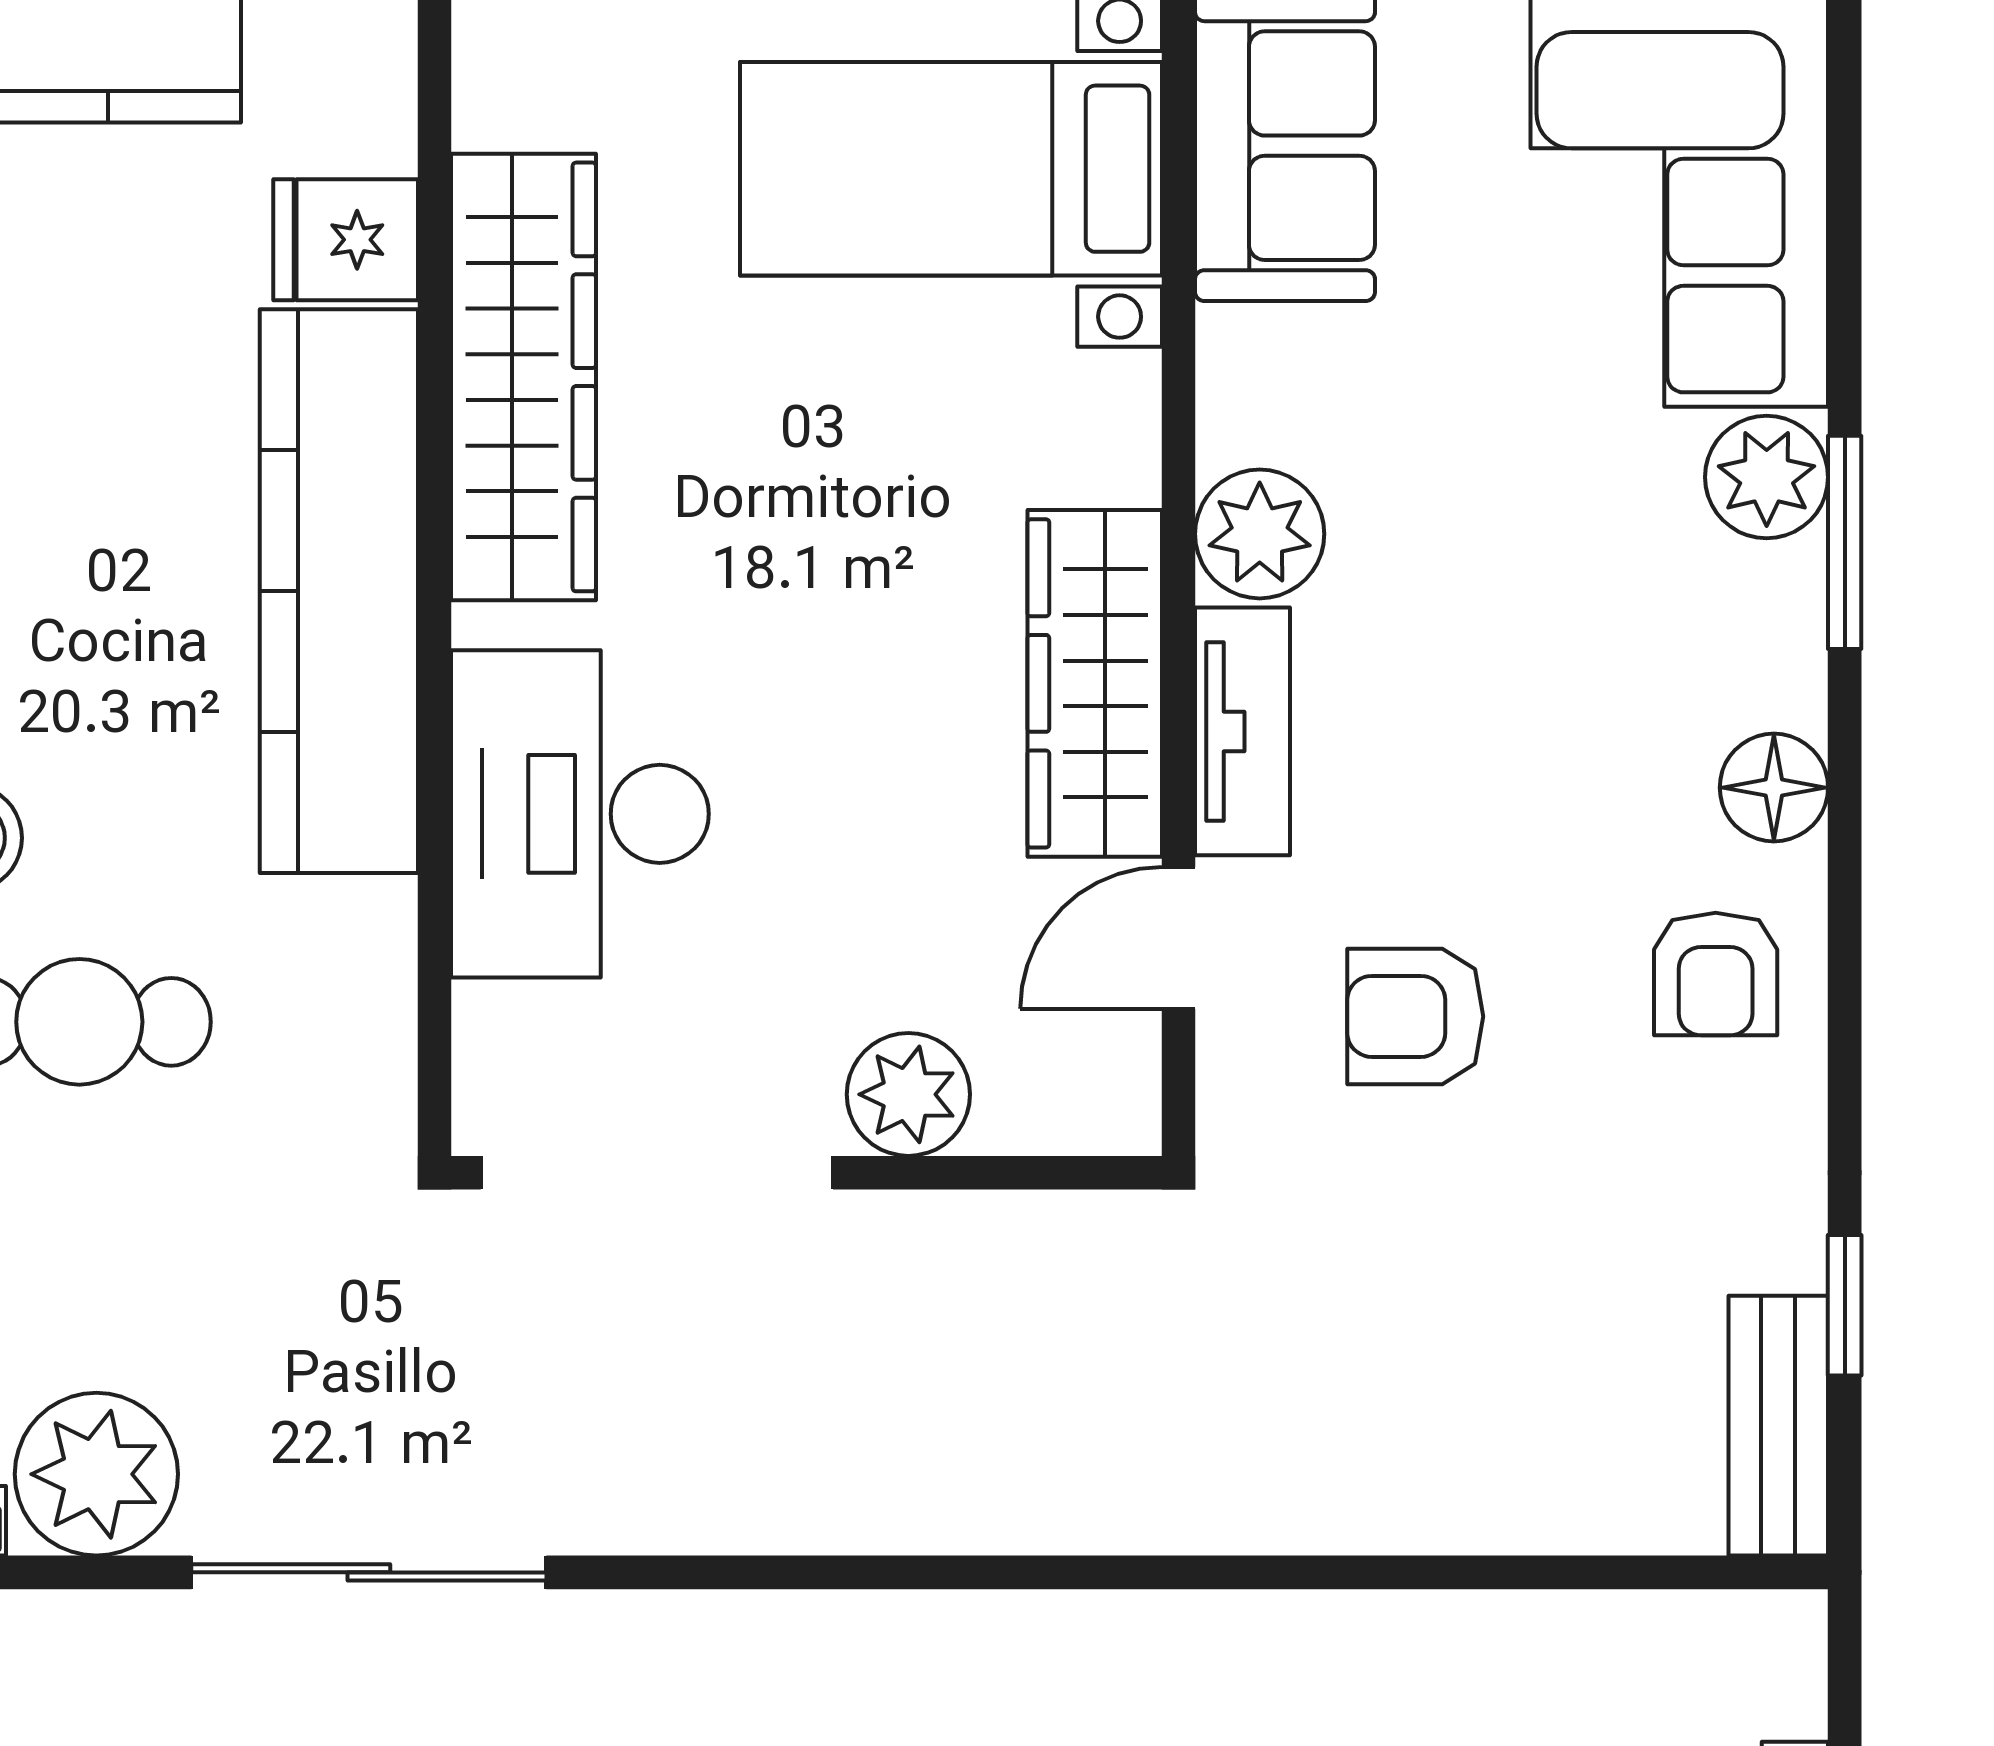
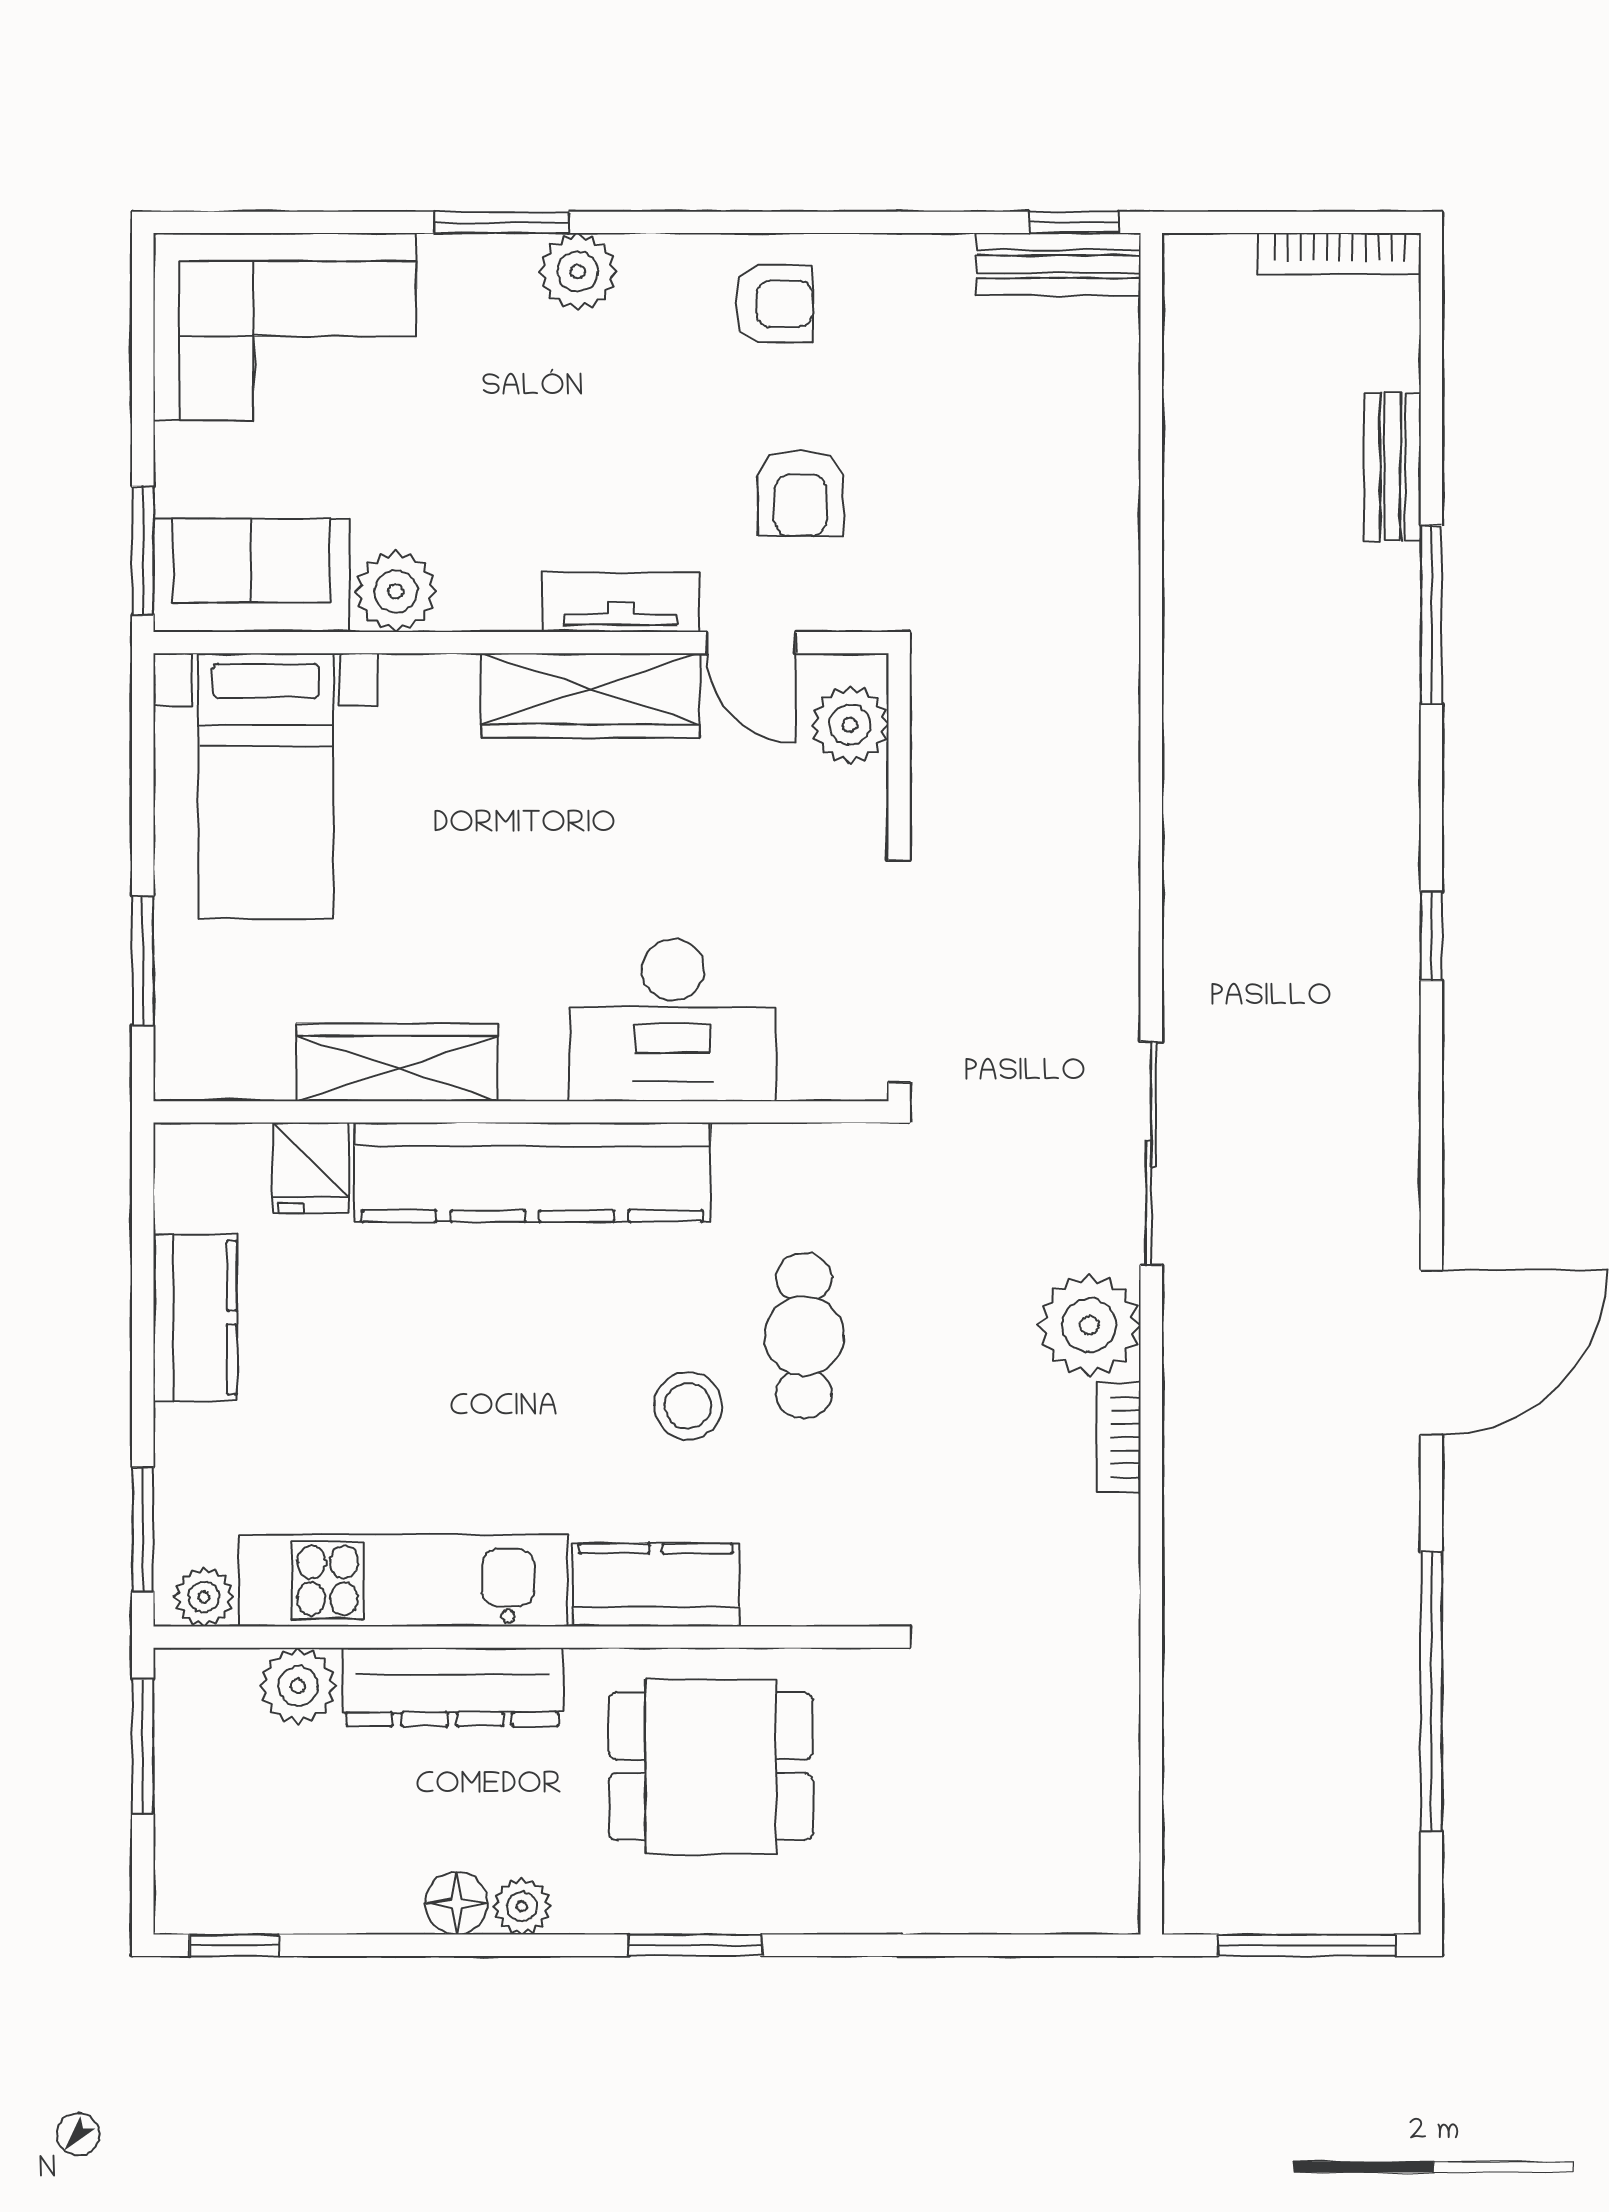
wardrobe: (524, 377) -> (397, 1062), width x0.71, depth x0.85
plant: (1767, 477) -> (578, 272), moved
plant: (1260, 534) -> (396, 591), moved
floor lamp: (1774, 788) -> (656, 267), removed
plant: (908, 1094) -> (850, 725), moved
window: (1845, 1305) -> (1074, 222), moved

